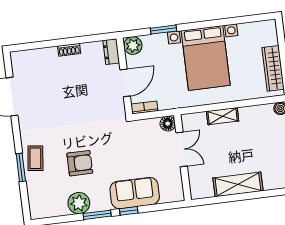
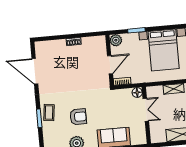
dresser: (111, 52) -> (101, 44), removed

